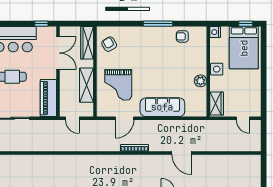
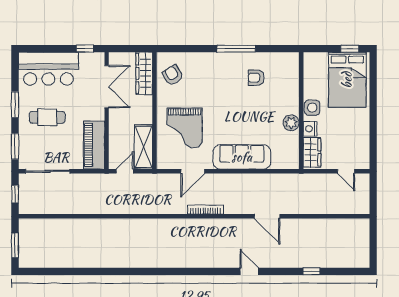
nightstand: (215, 32) -> (310, 129), moved
armchair: (182, 36) -> (256, 78), moved
shelving: (87, 85) -> (144, 147), moved
door: (72, 118) -> (125, 171), swing flipped

